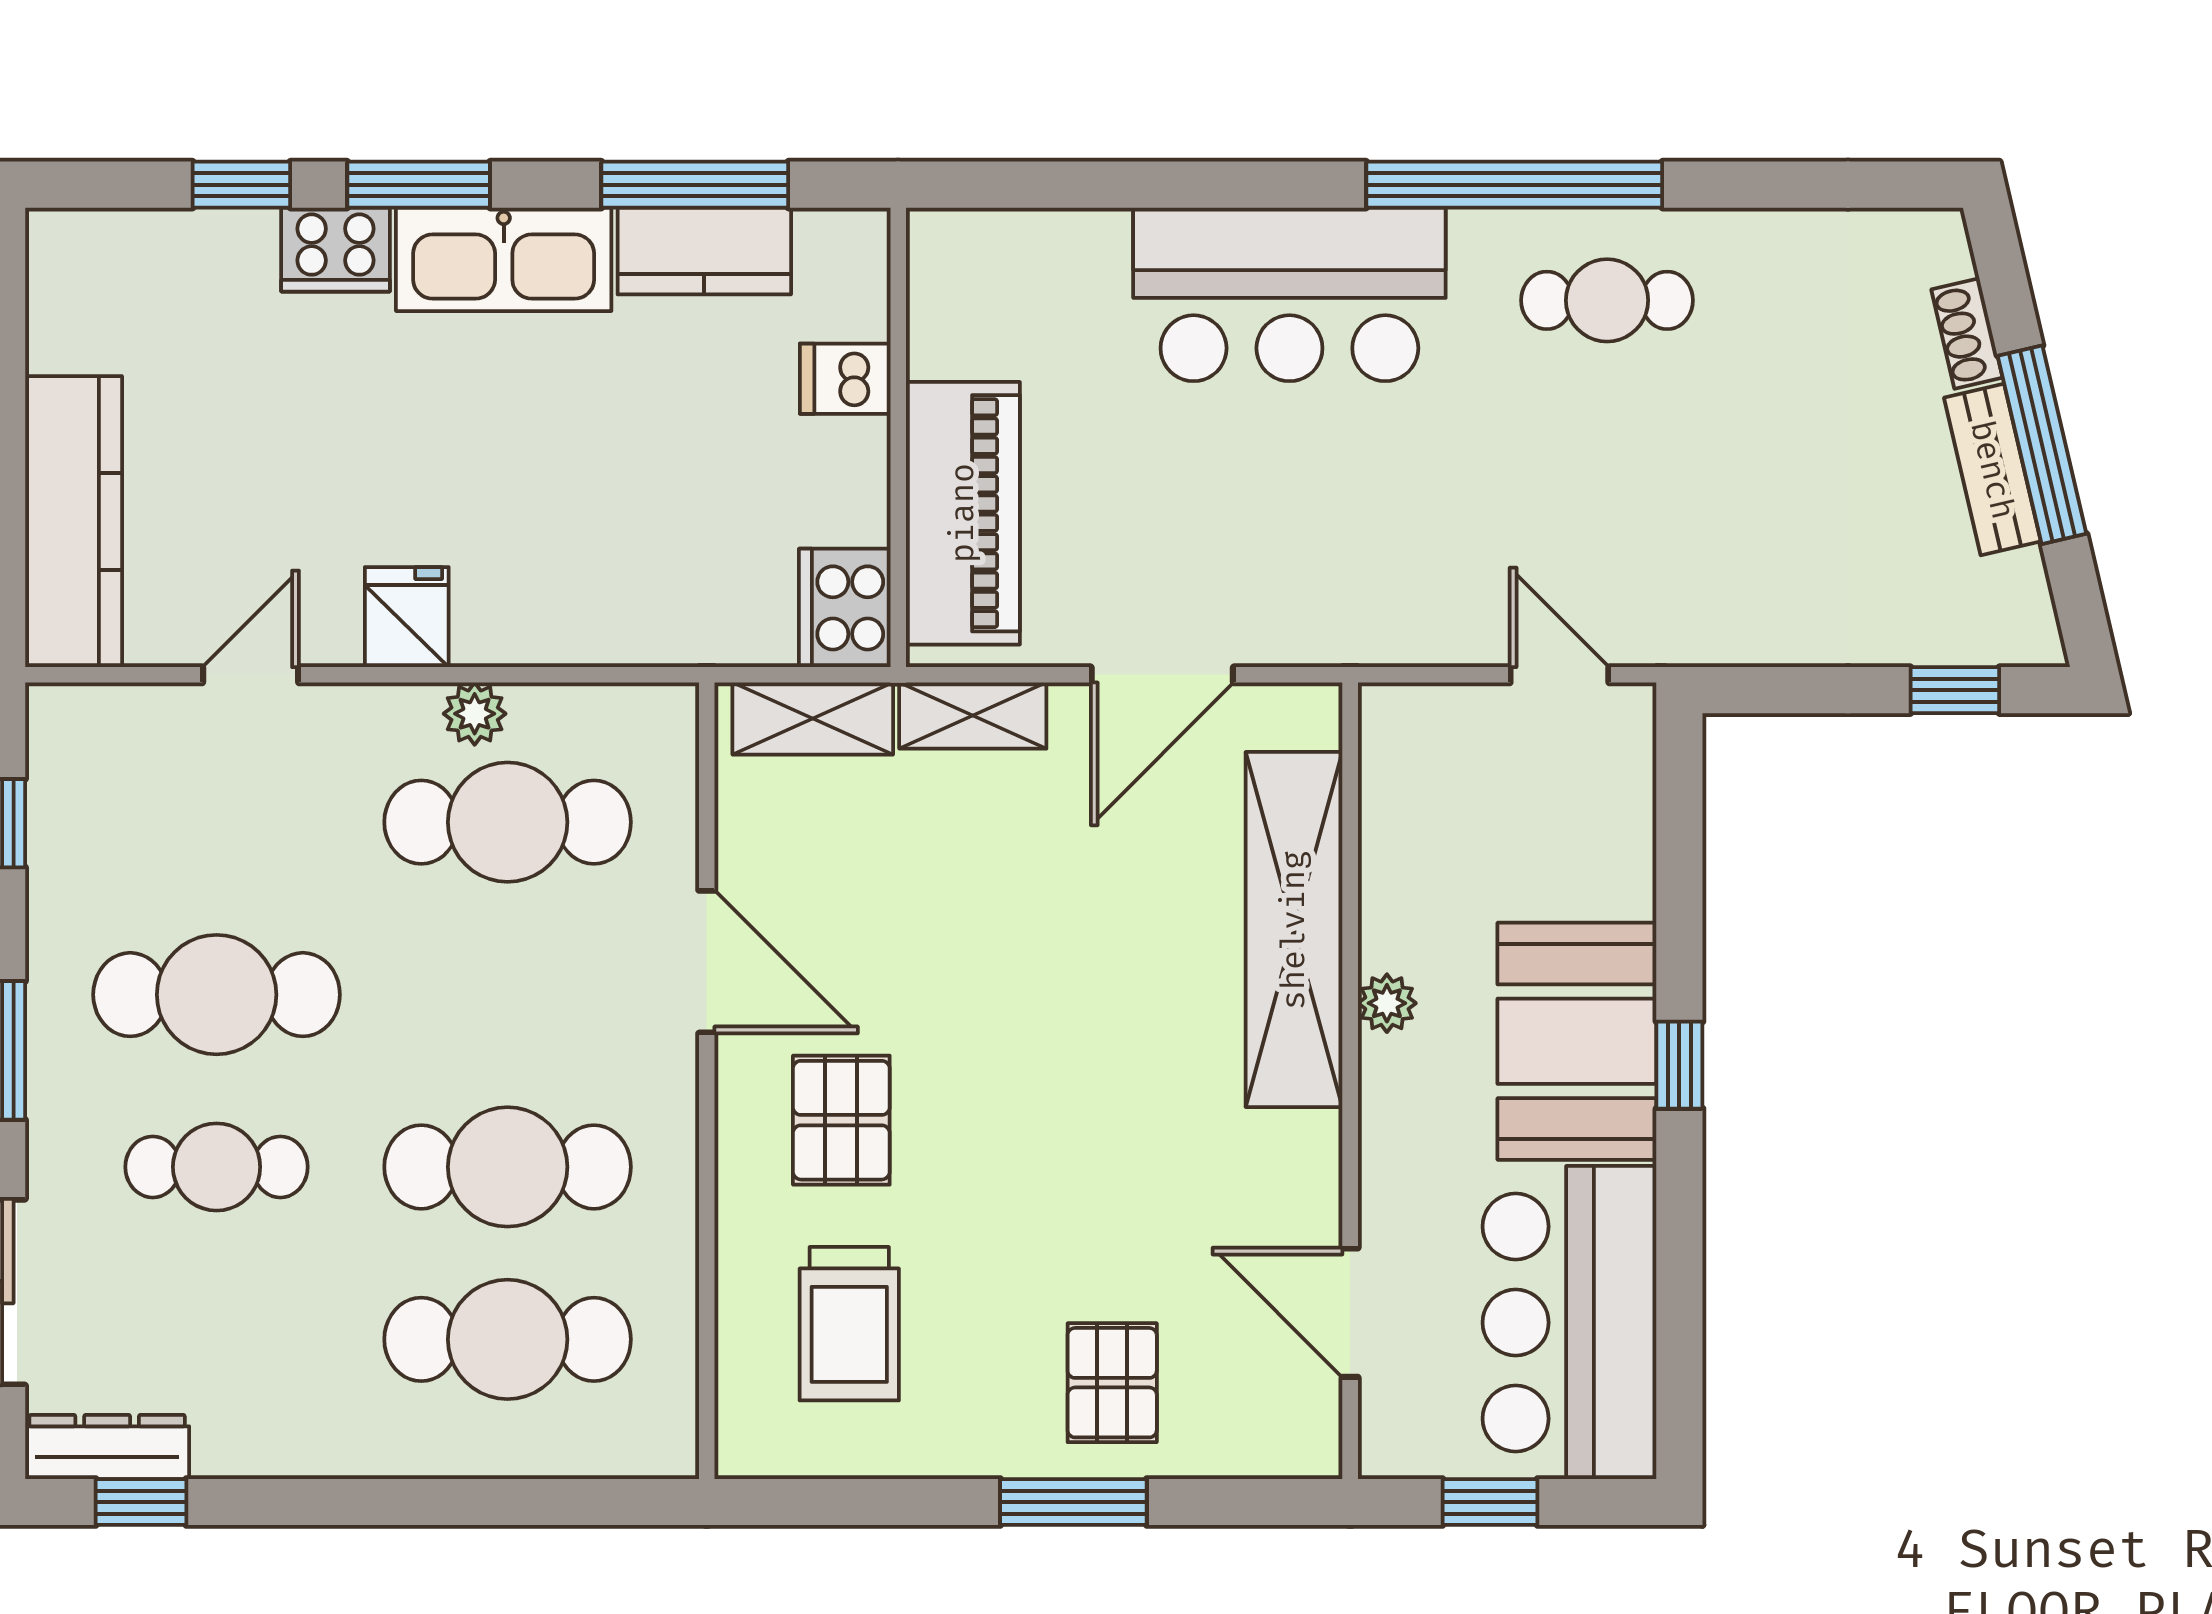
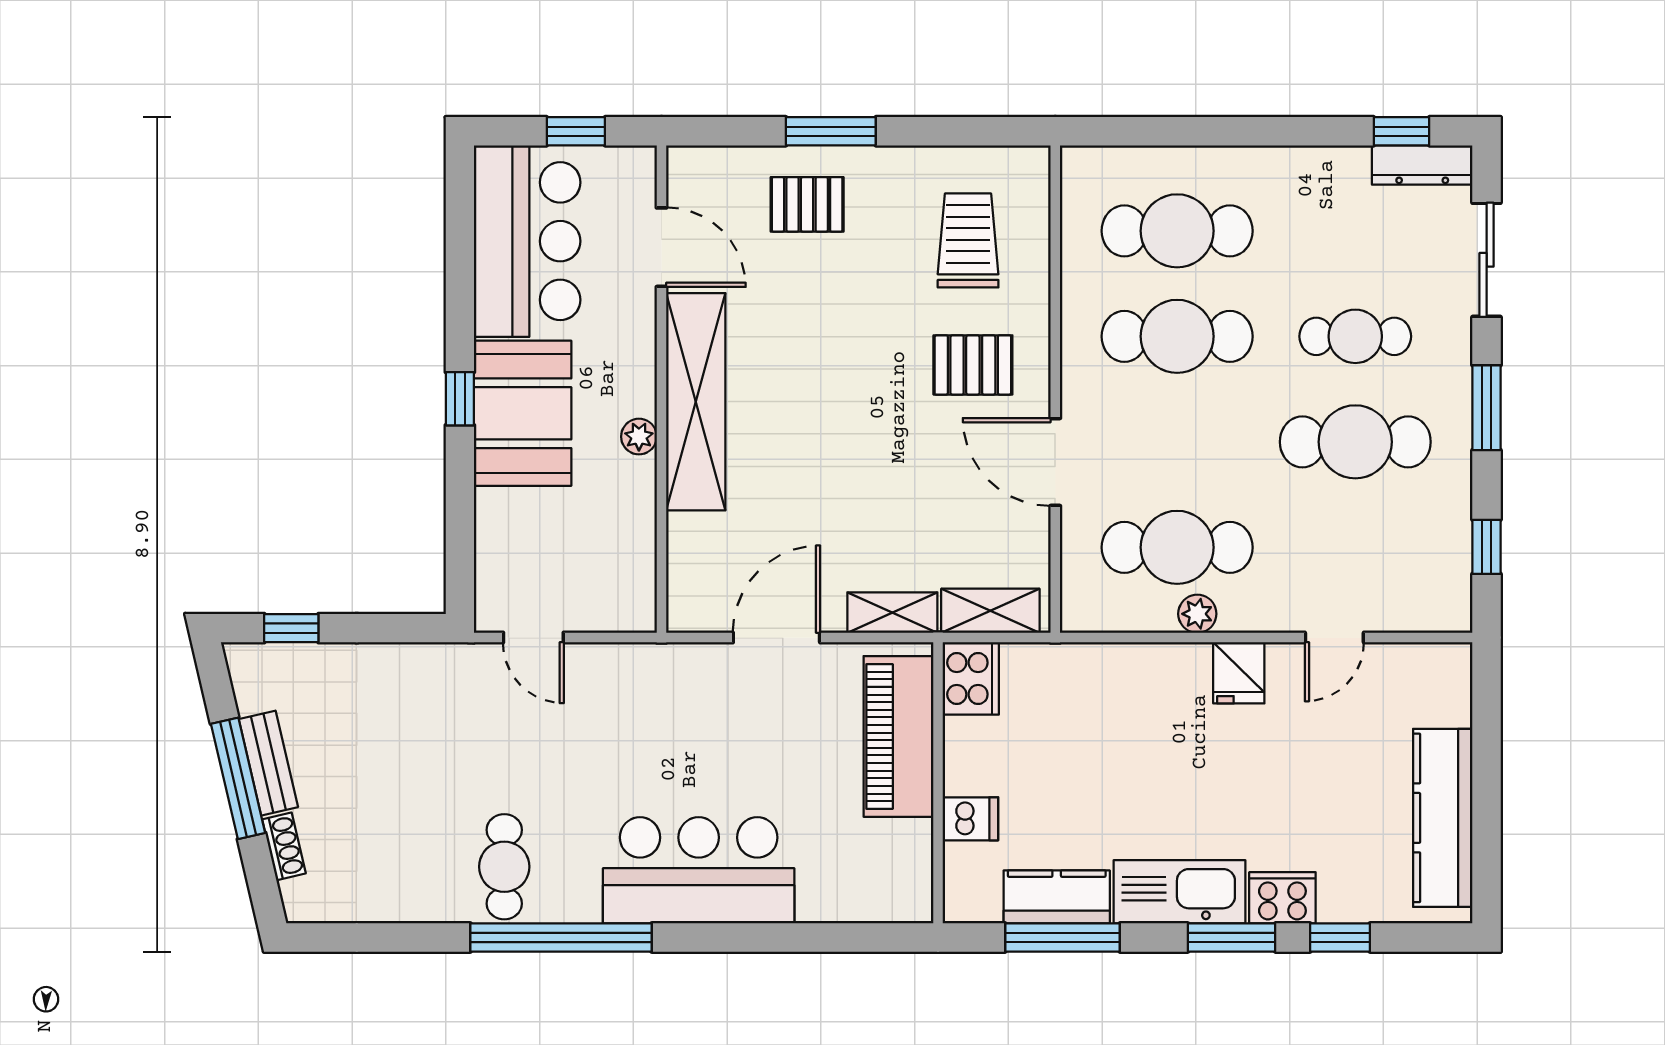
cafe table: (1607, 300) -> (504, 867), turned 90
kitchen counter: (74, 522) -> (1443, 818), moved
shelving: (1294, 930) -> (696, 402), moved
pallet: (841, 1120) -> (973, 365), turned 90
pallet: (1112, 1383) -> (807, 204), turned 90

